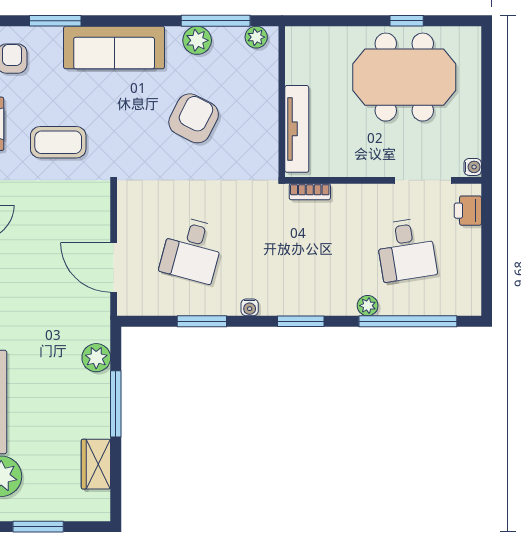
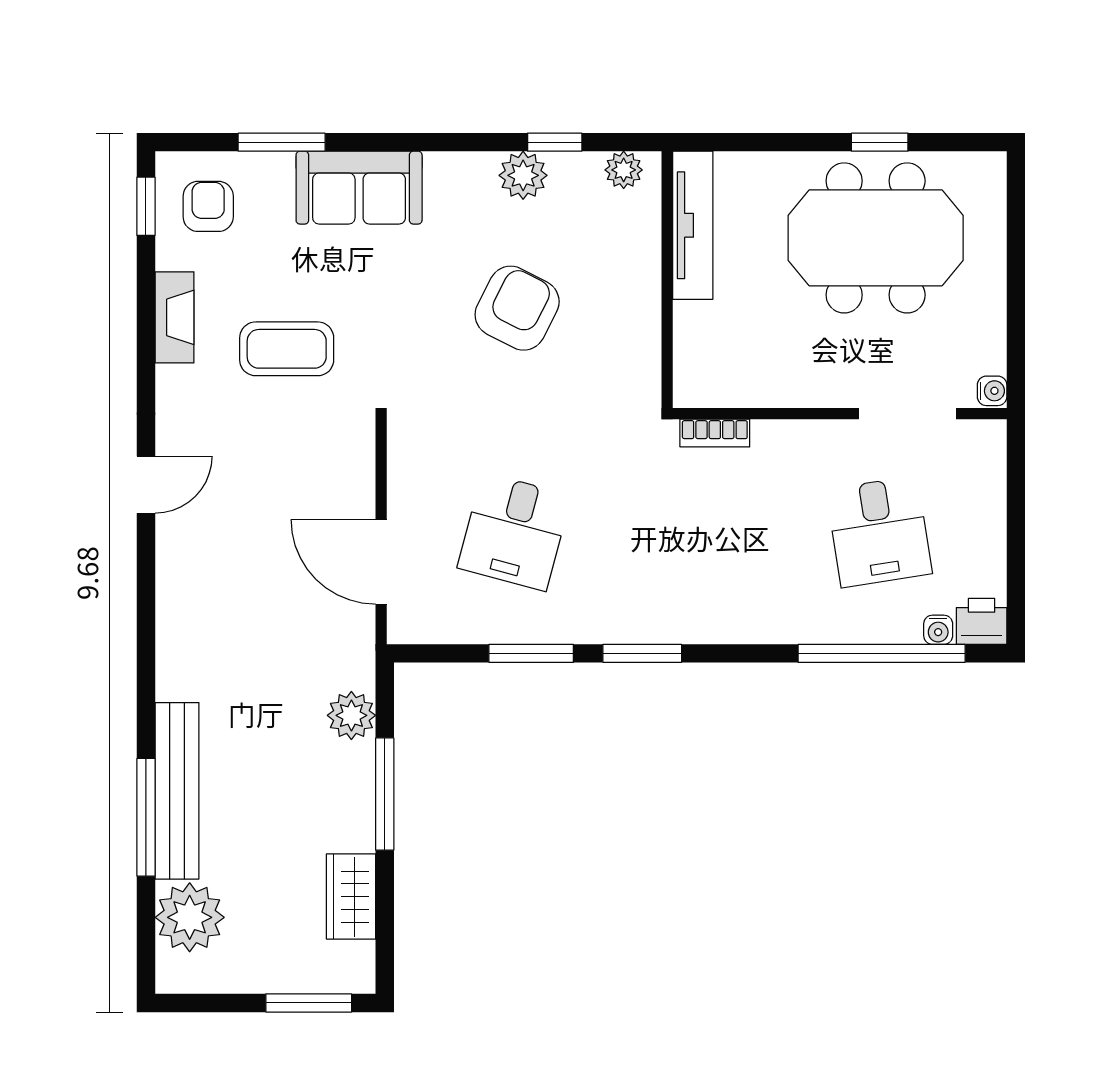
window: (216, 21) -> (555, 142), width x0.46
sofa: (114, 48) -> (359, 188), width x0.73
tv unit: (297, 129) -> (693, 225), moved
printer: (468, 211) -> (982, 621), moved, turned 90
plant: (368, 306) -> (813, 627), removed
water cooler: (250, 307) -> (938, 630), moved
window: (301, 321) -> (642, 653), moved
window: (38, 527) -> (309, 1003), moved

